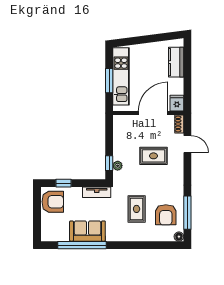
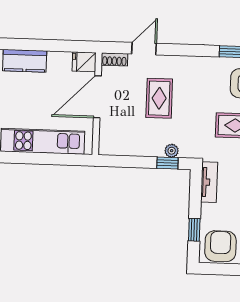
window: (109, 81) -> (48, 159), removed
door: (153, 113) -> (97, 97), hinge flipped

